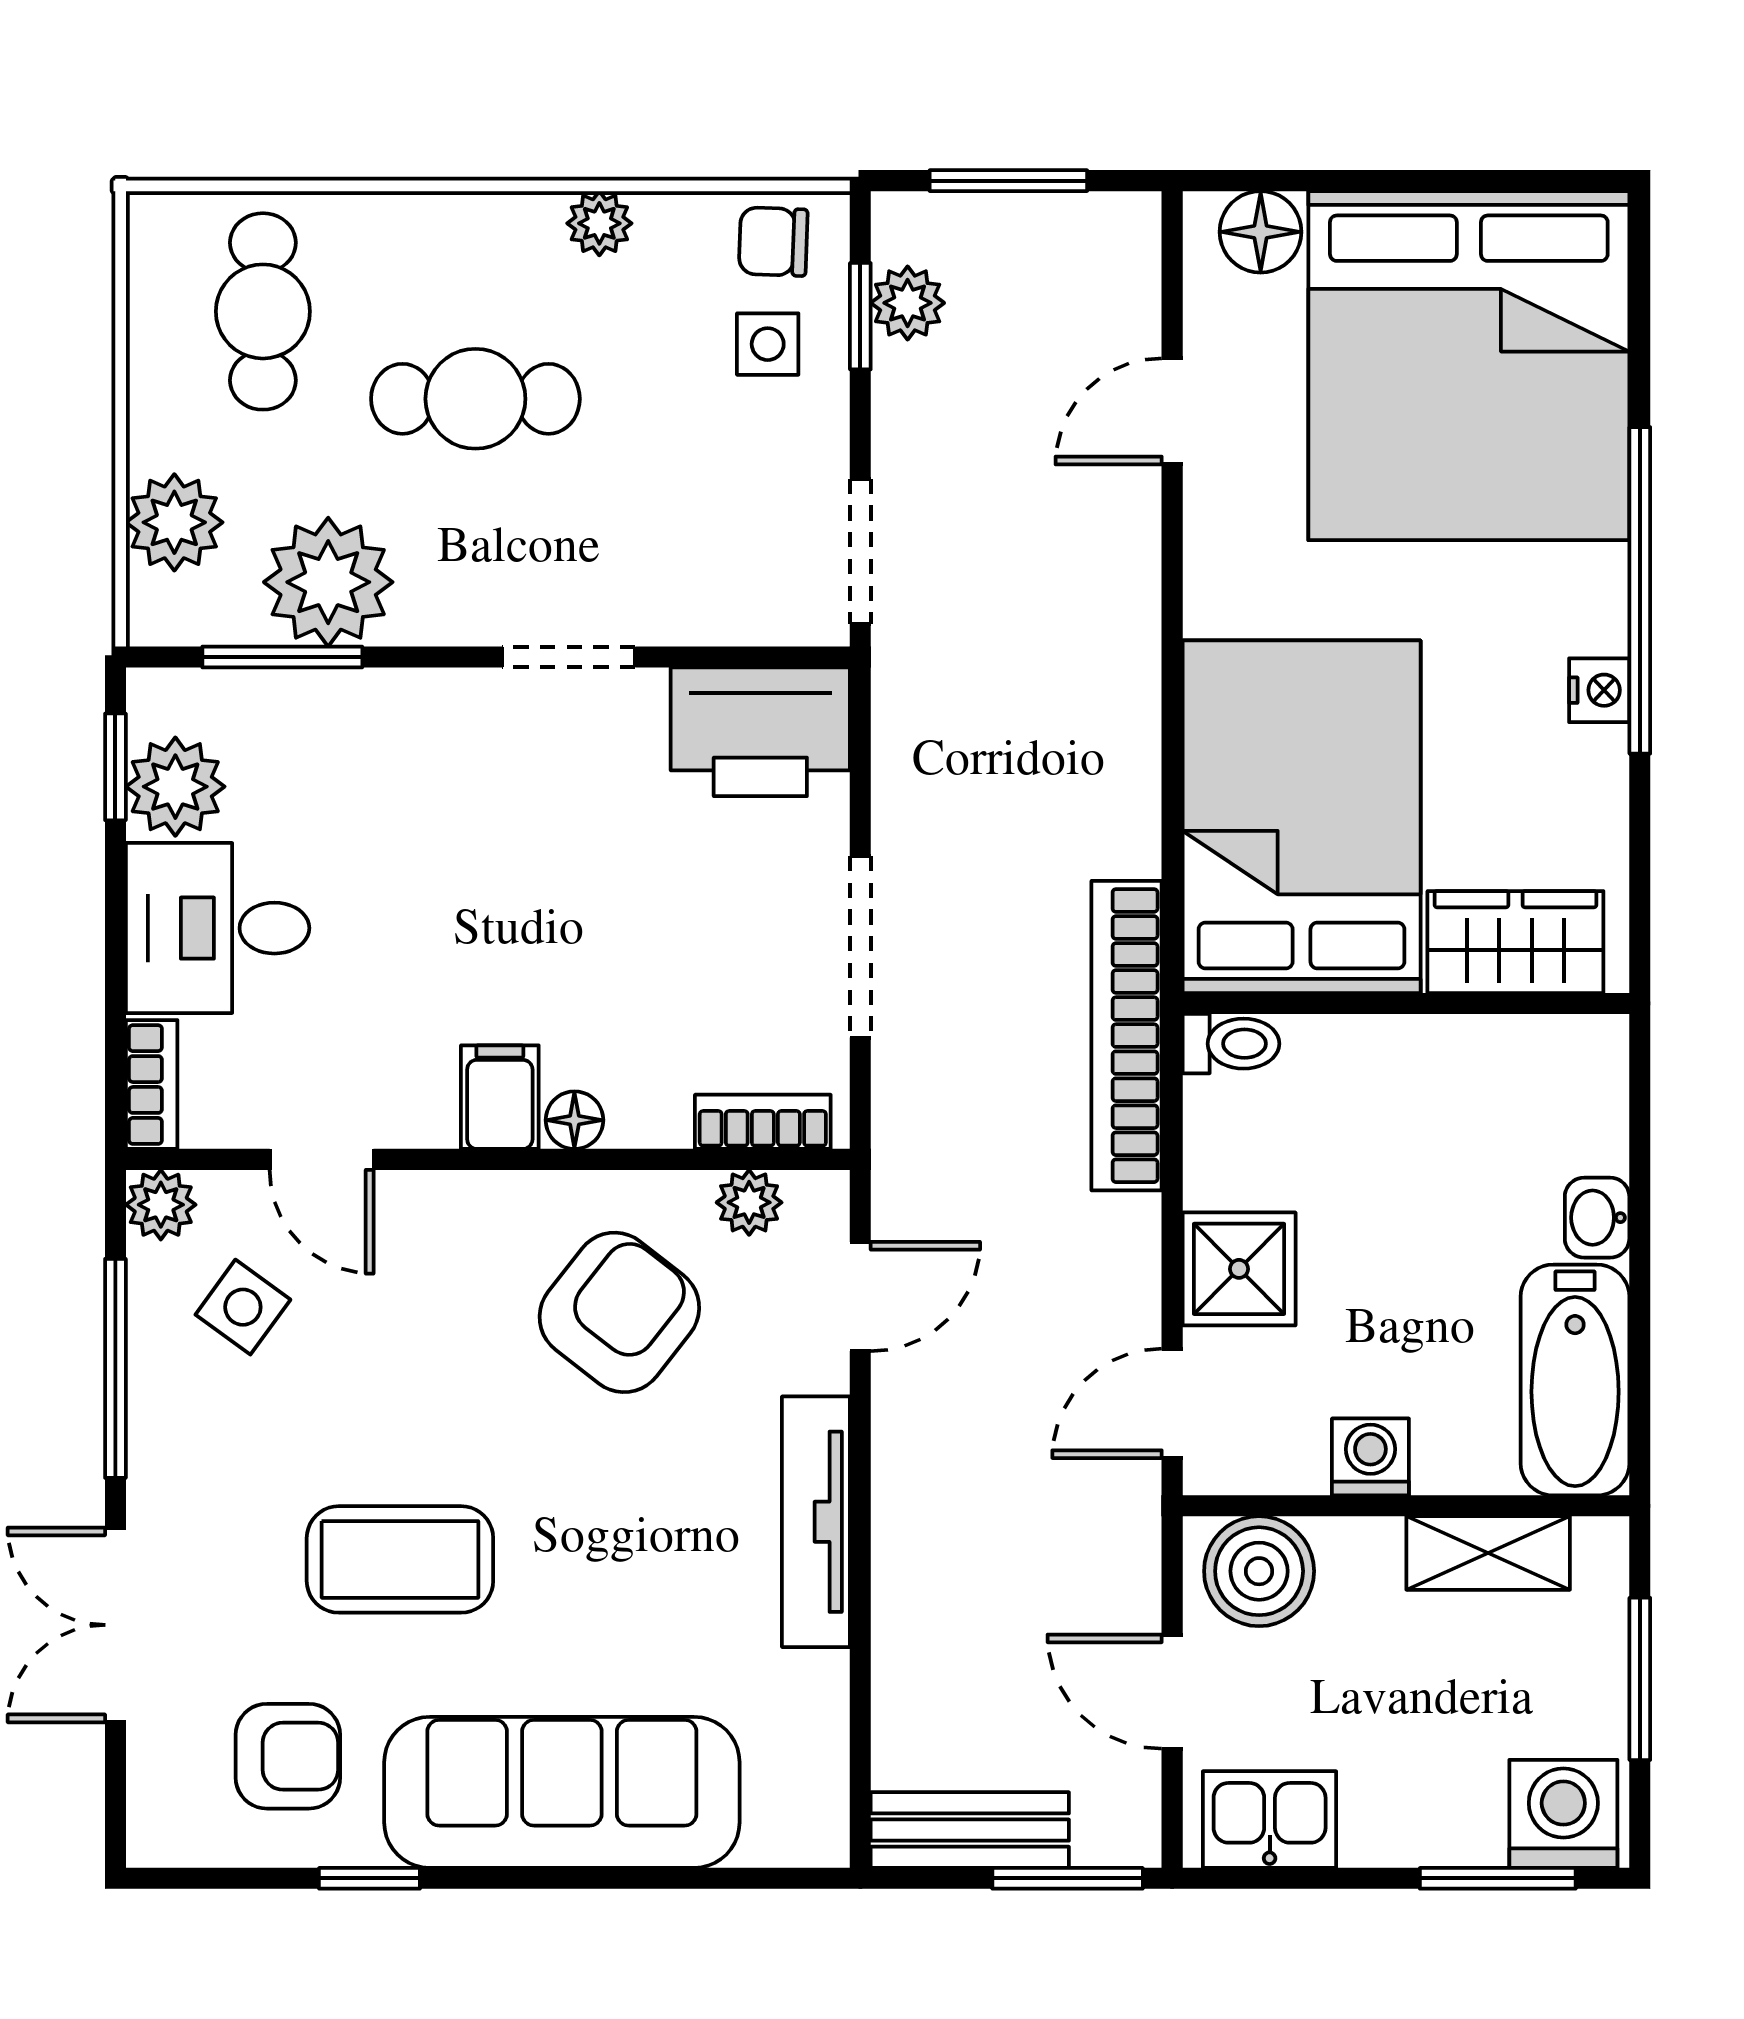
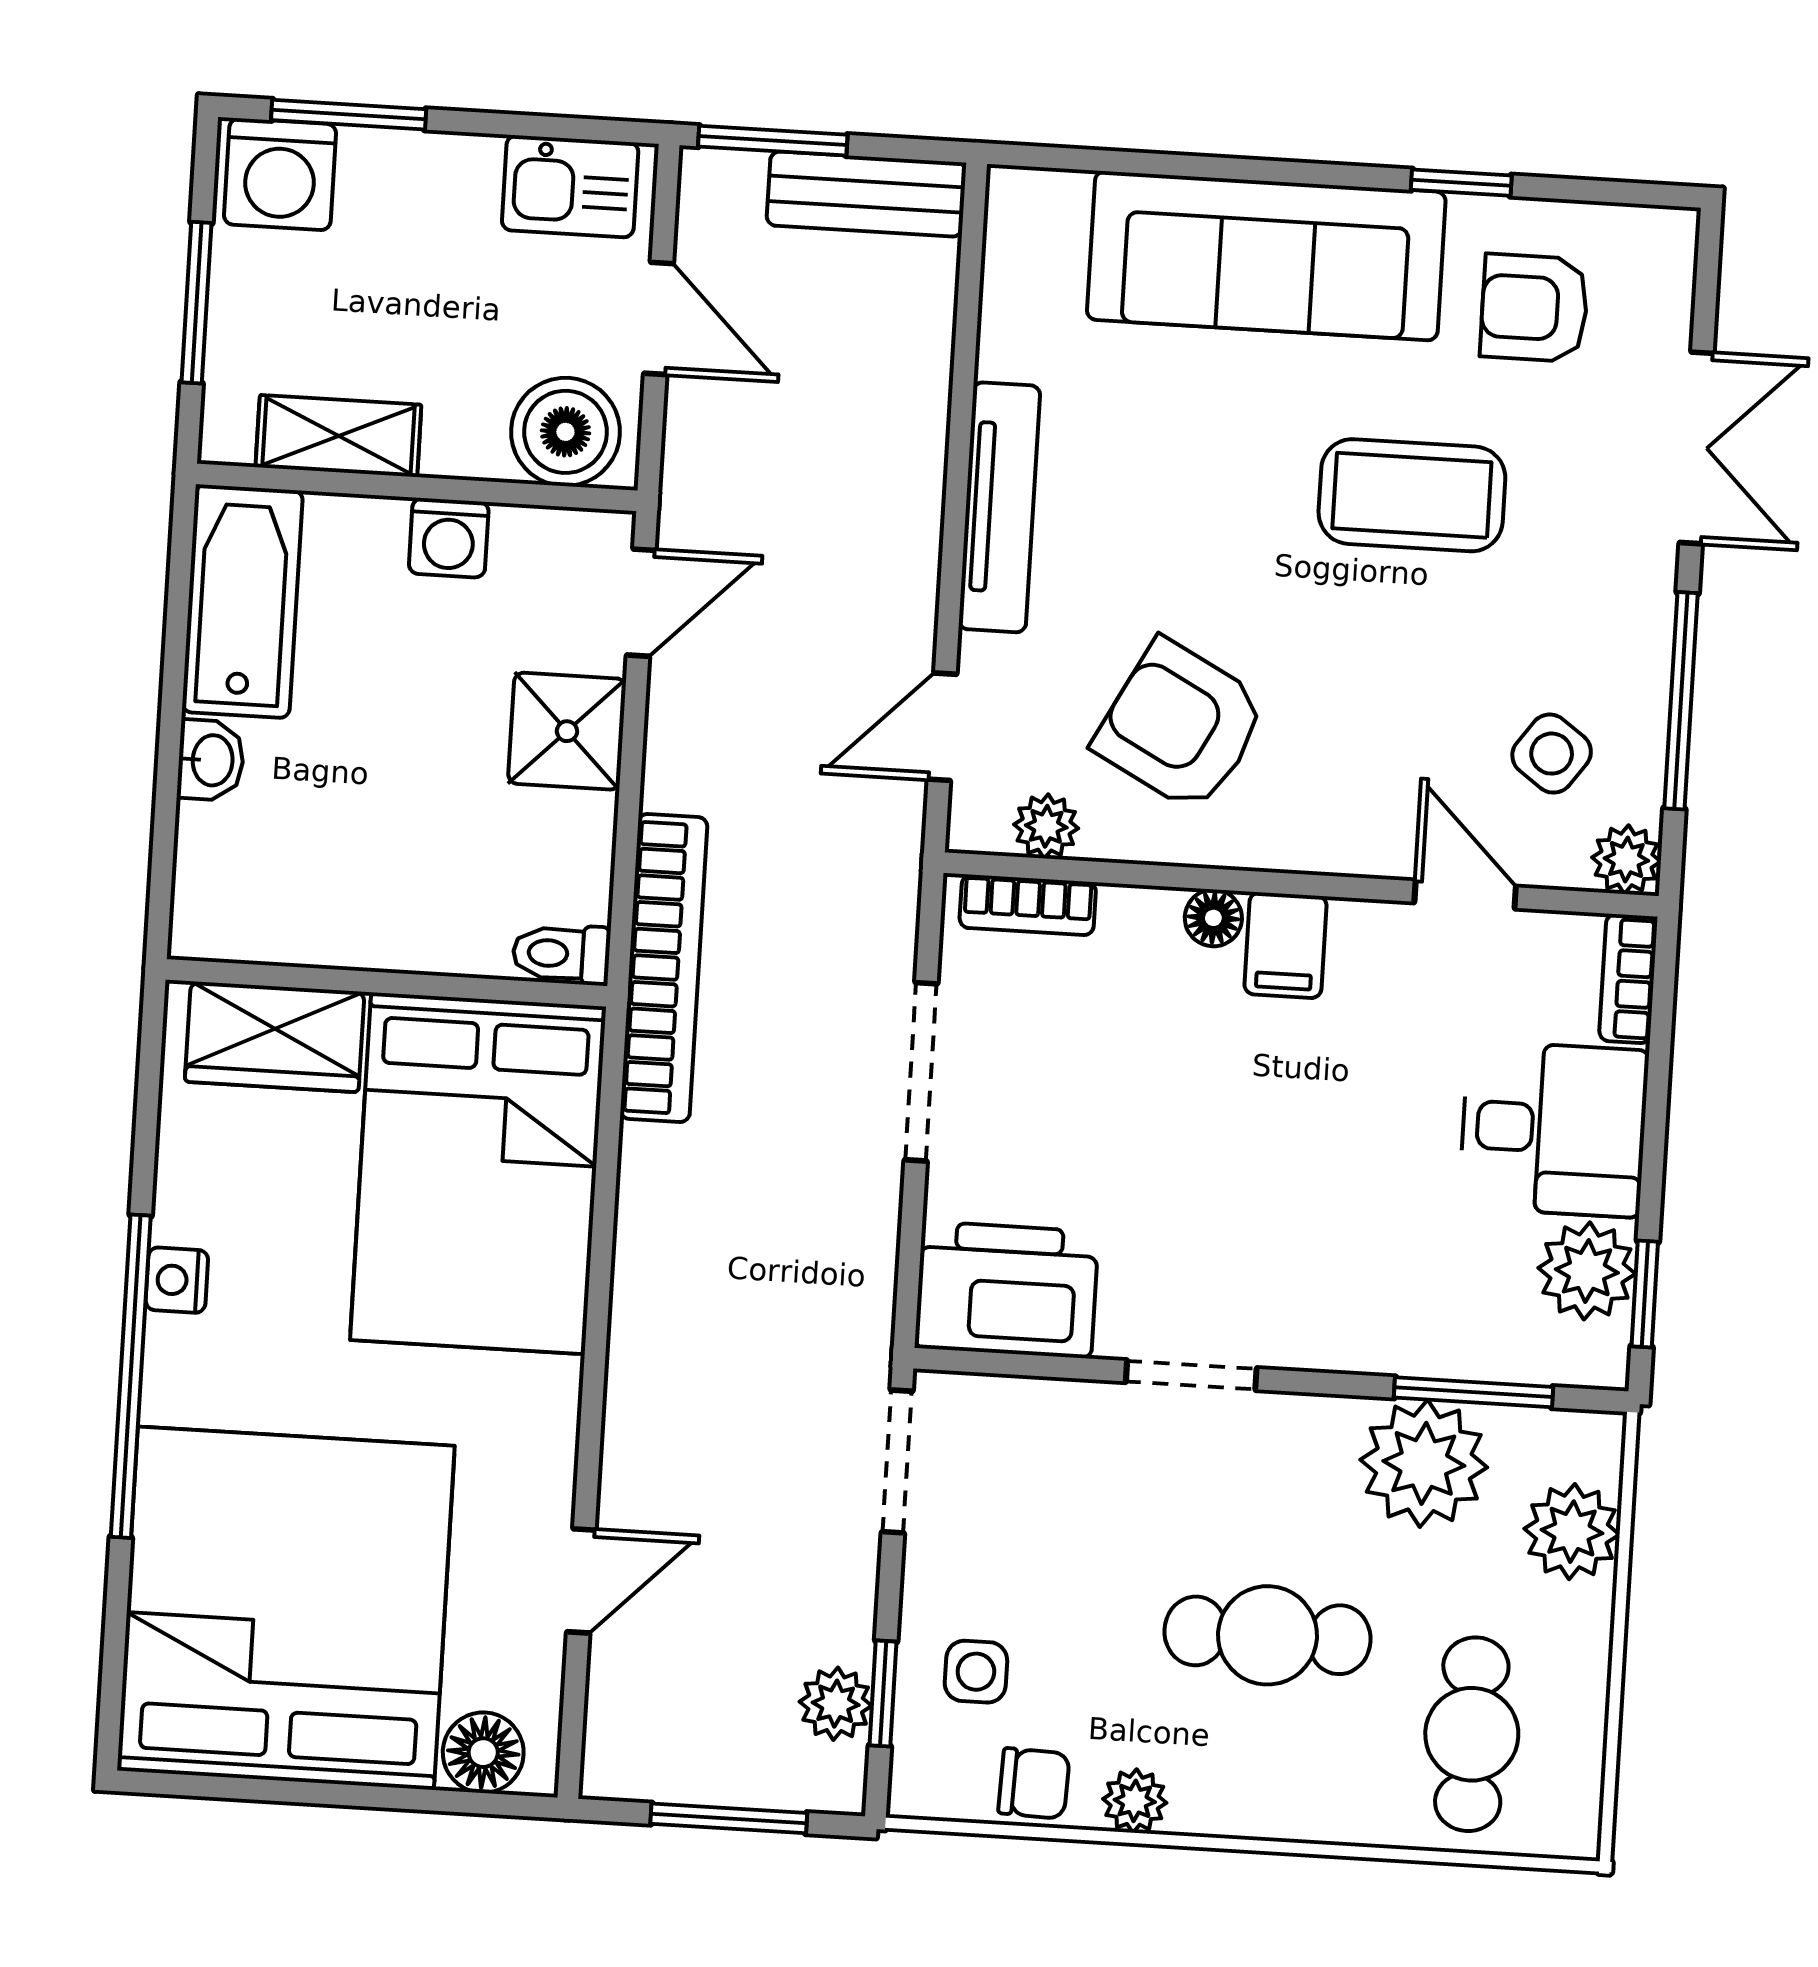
chair: (773, 242) -> (1034, 1783), moved
armchair: (619, 1312) -> (1181, 726), turned 80

